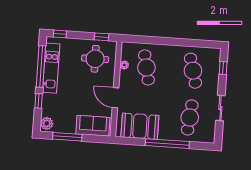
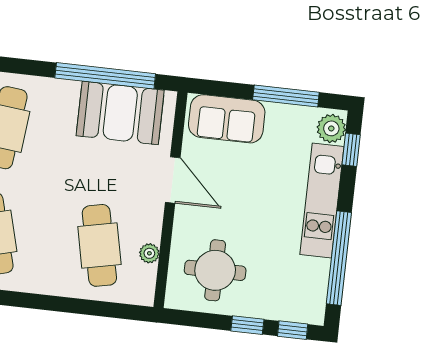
window: (101, 37) -> (247, 325), moved
kitchen unit: (51, 68) -> (322, 201), moved
window: (39, 101) -> (351, 150), moved
window: (167, 144) -> (105, 76), moved

